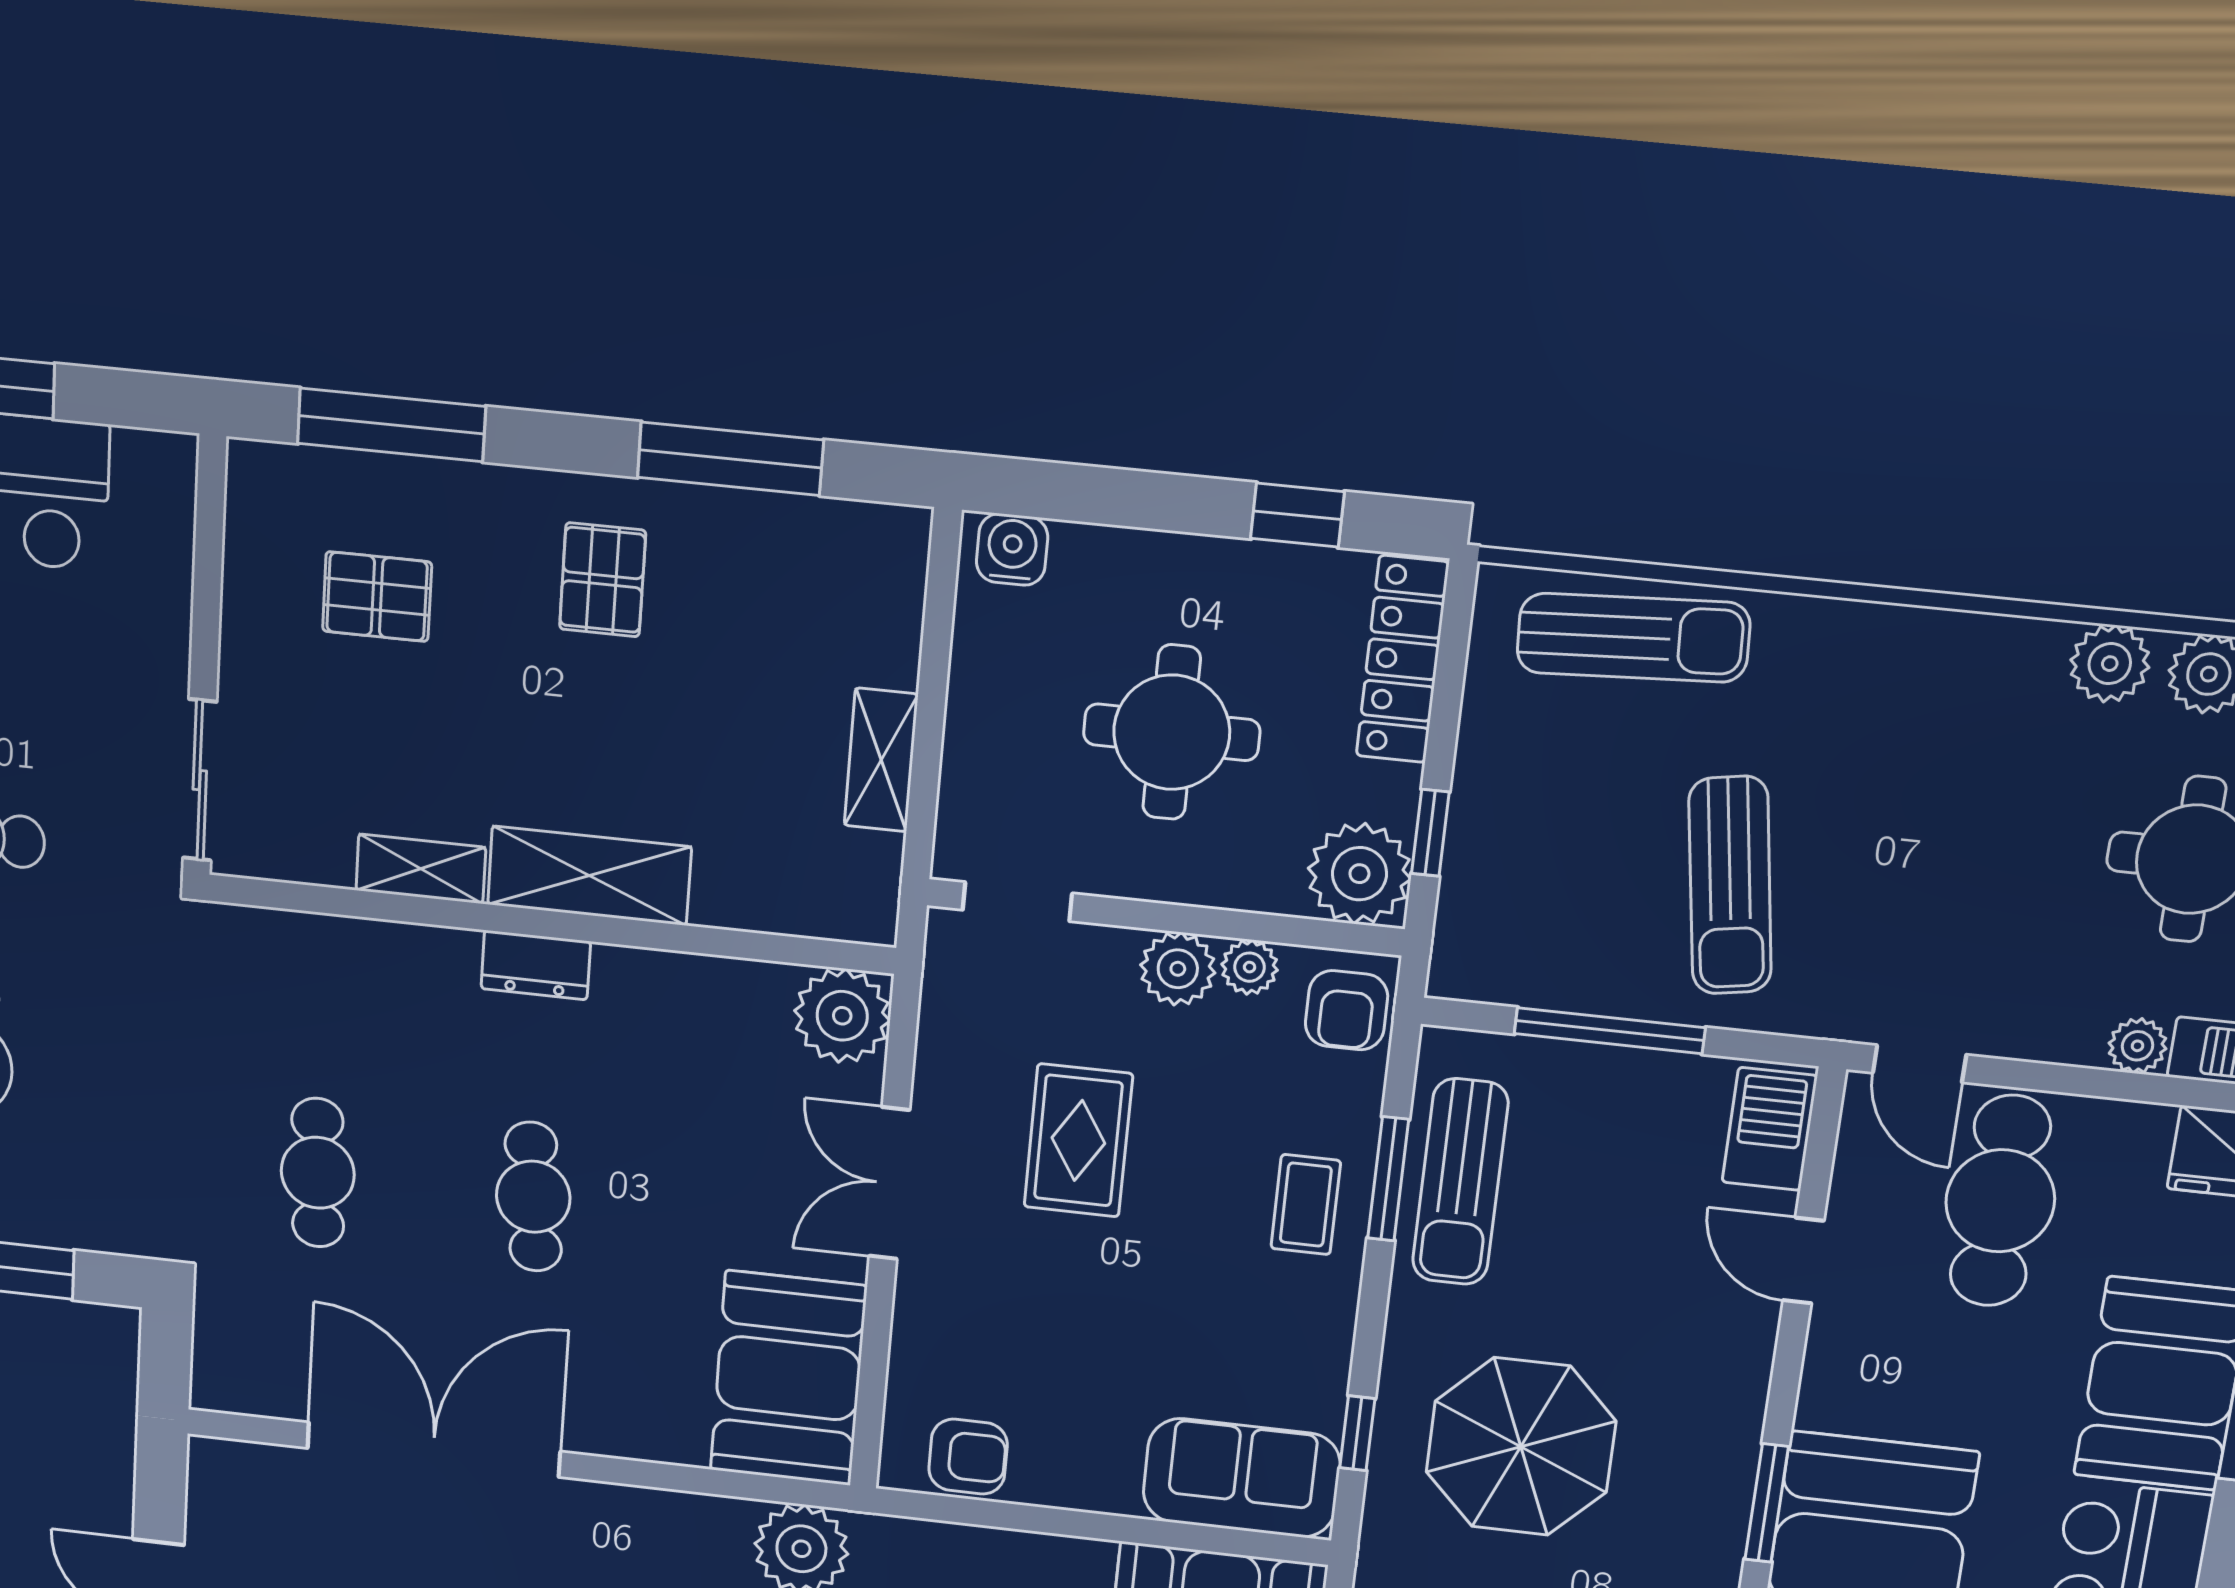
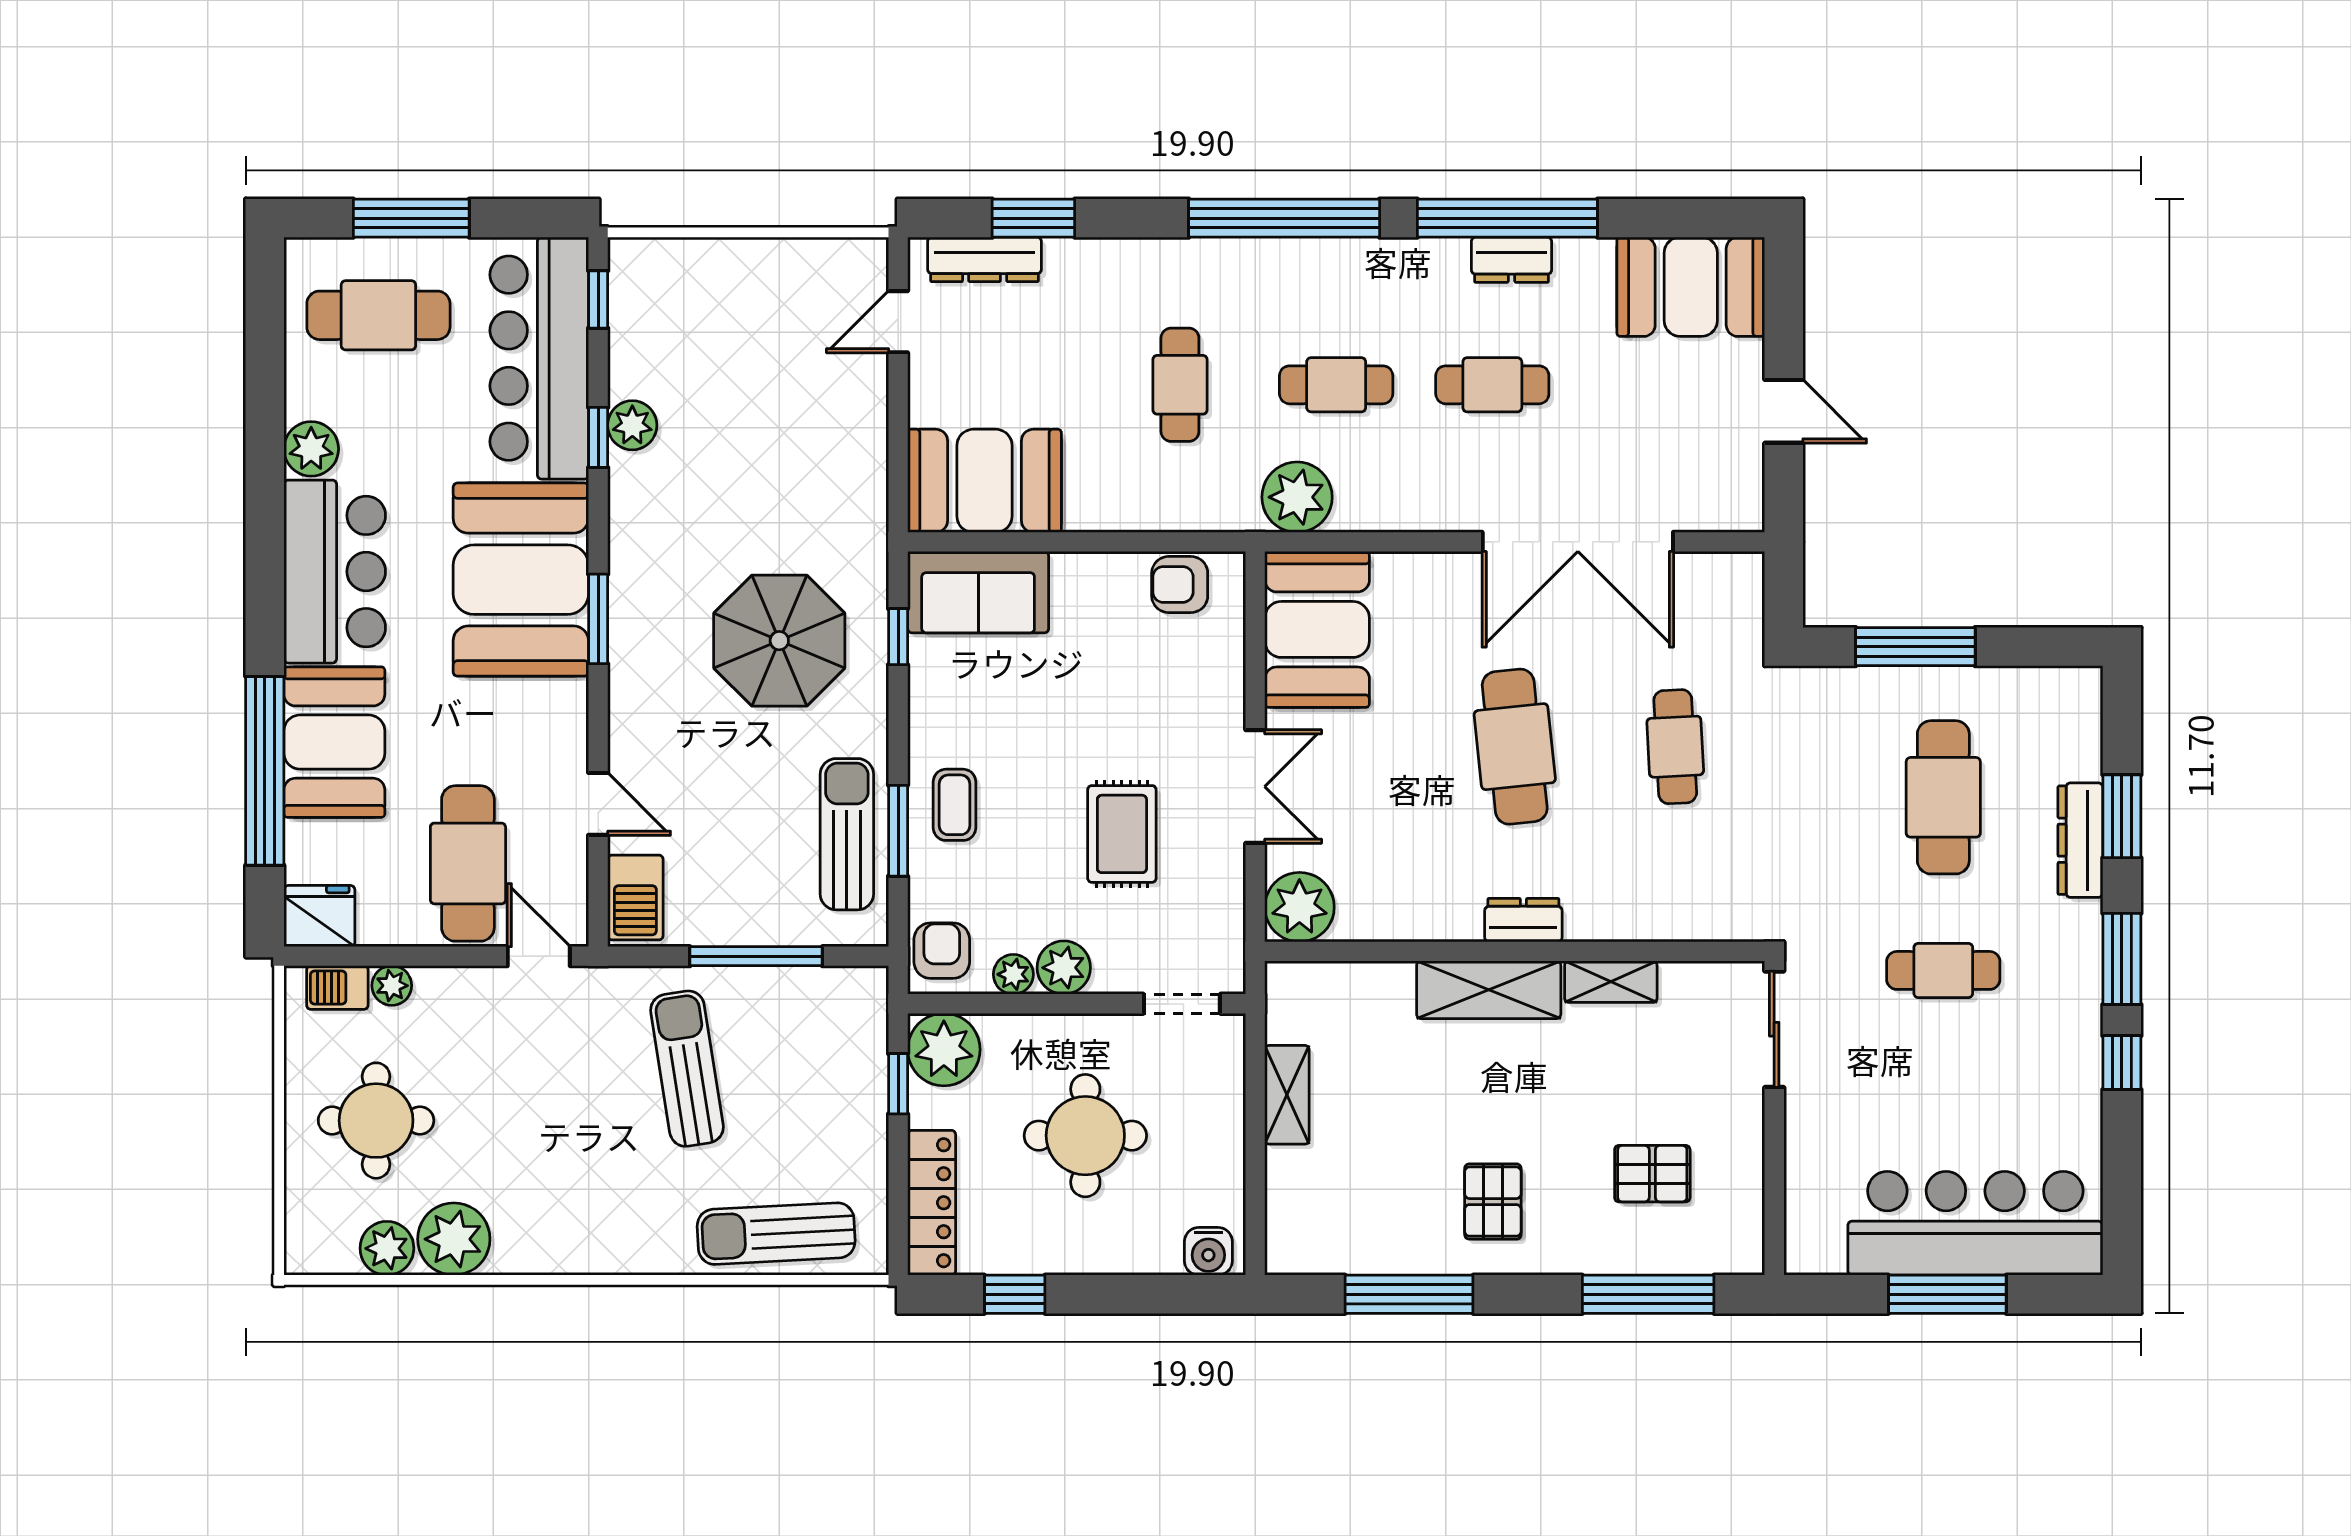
plant: (2110, 664) -> (454, 1239), width x1.36, depth x1.36
cafe table: (533, 1197) -> (1515, 747), width x1.37, depth x1.35

